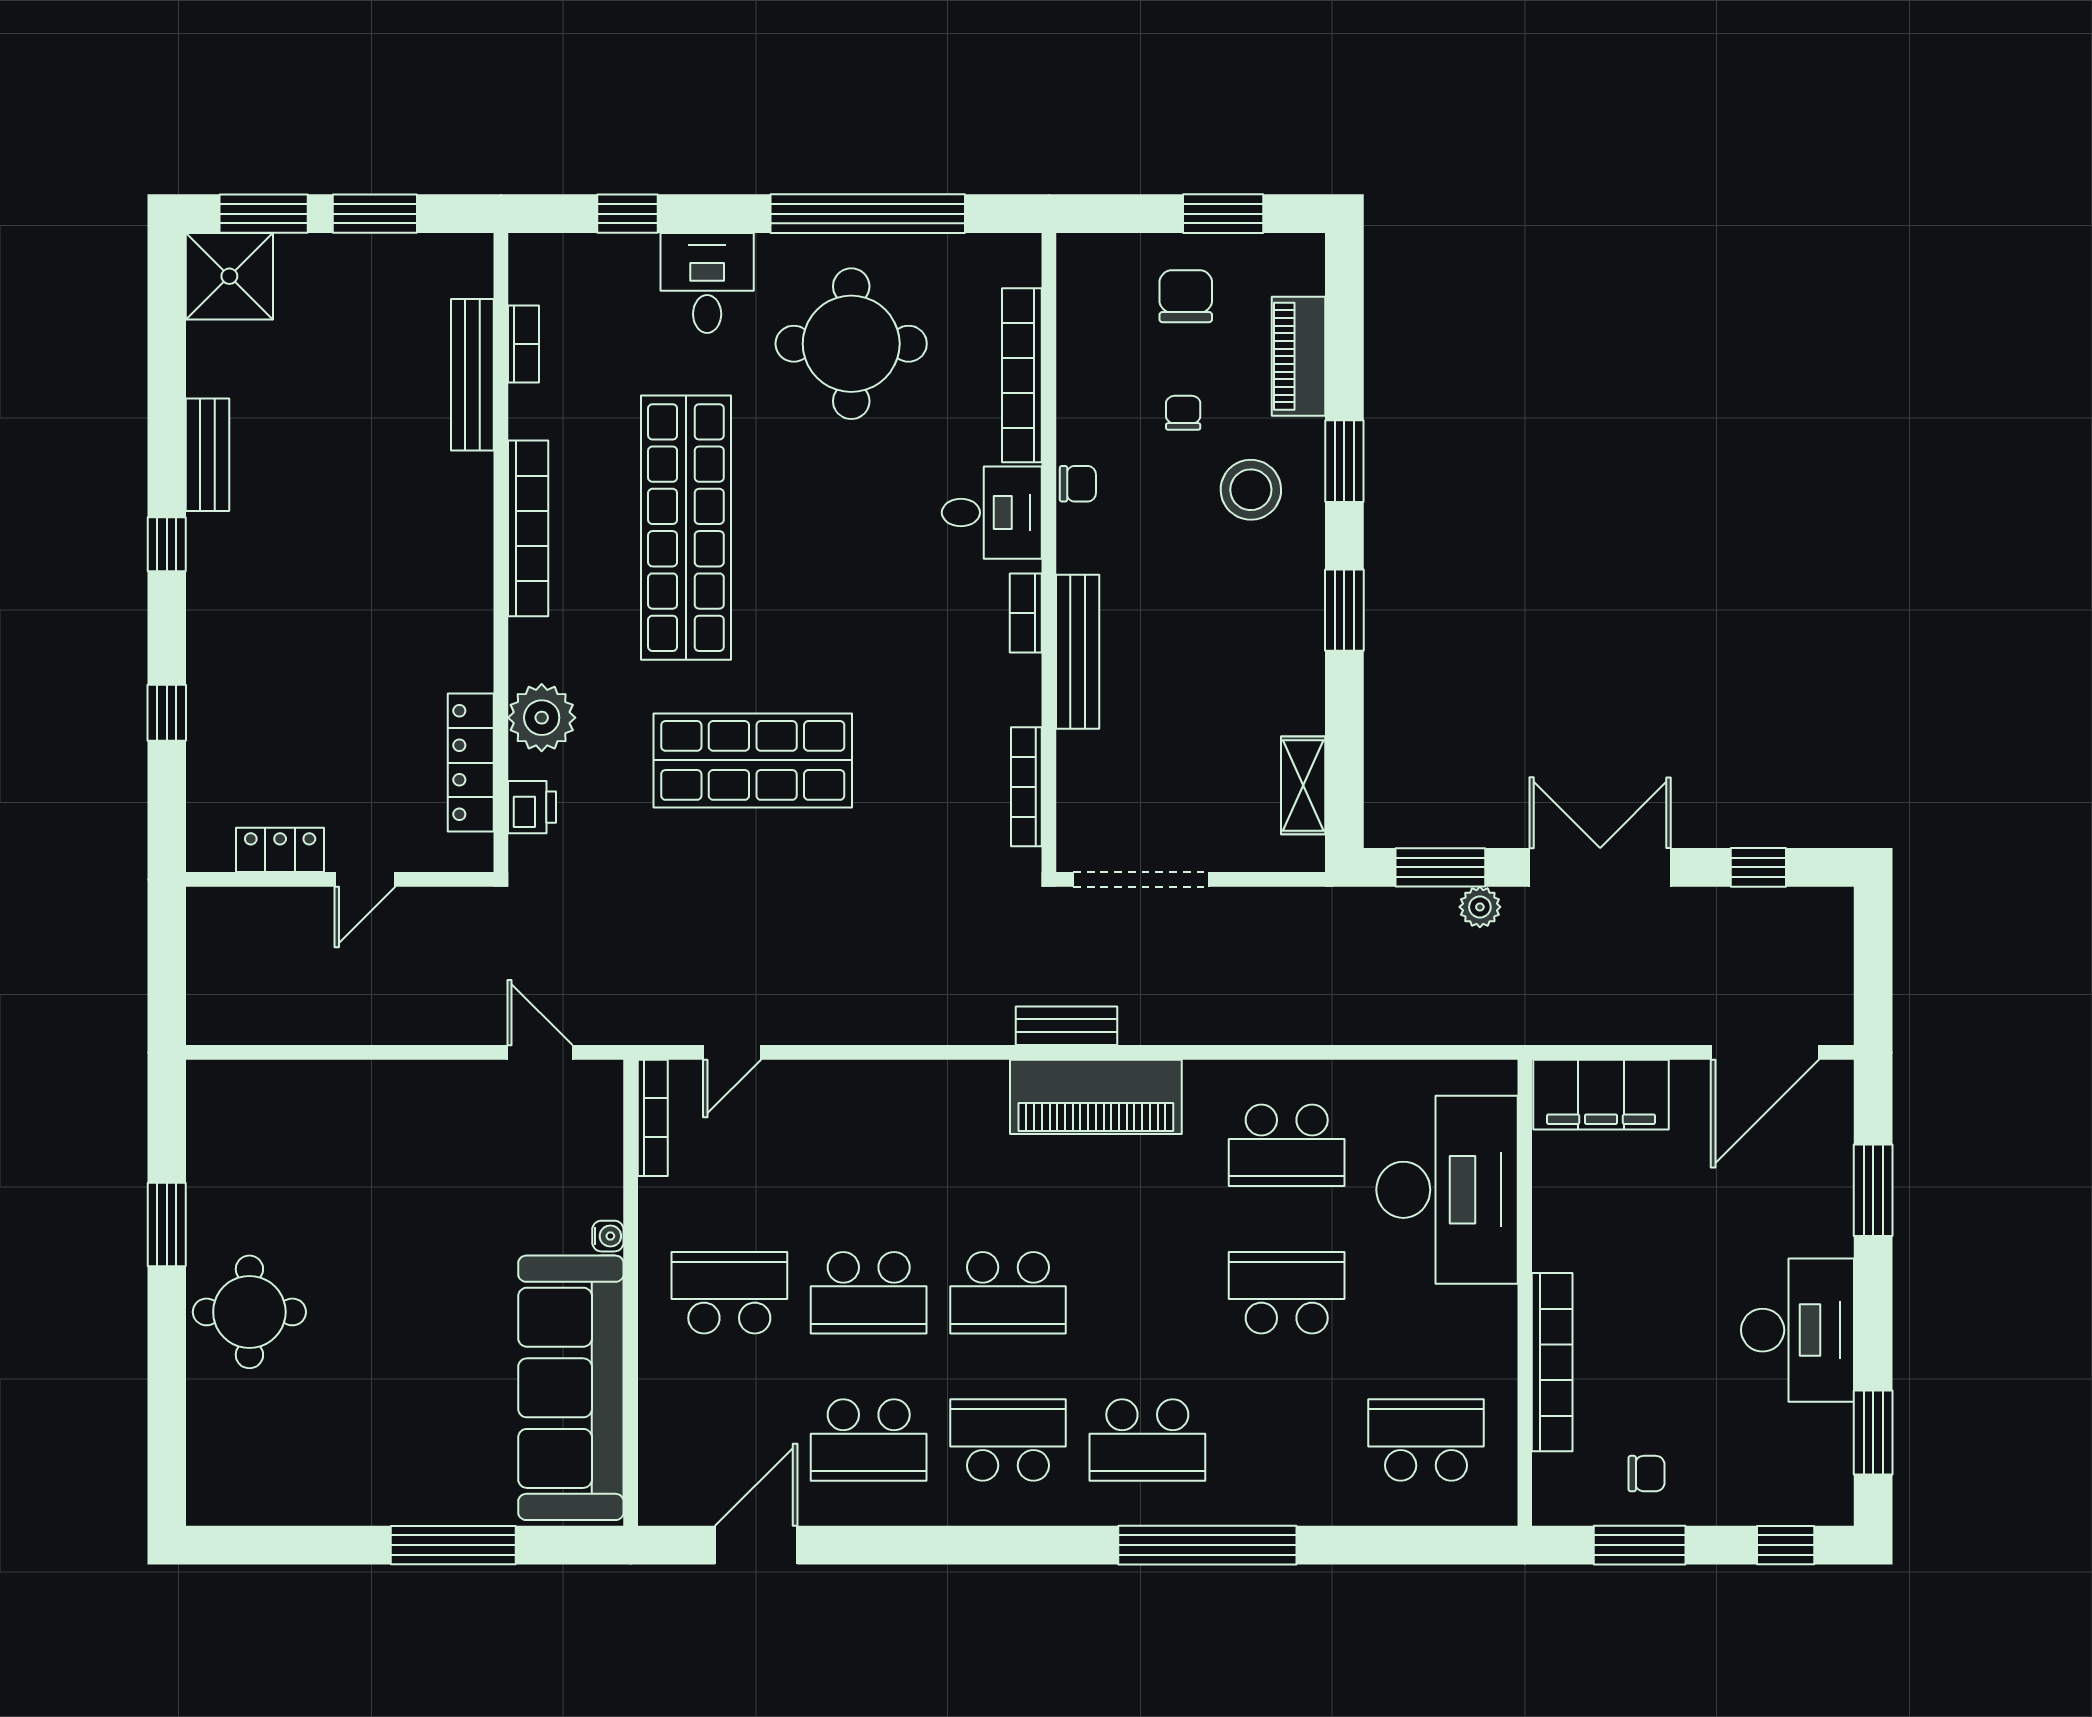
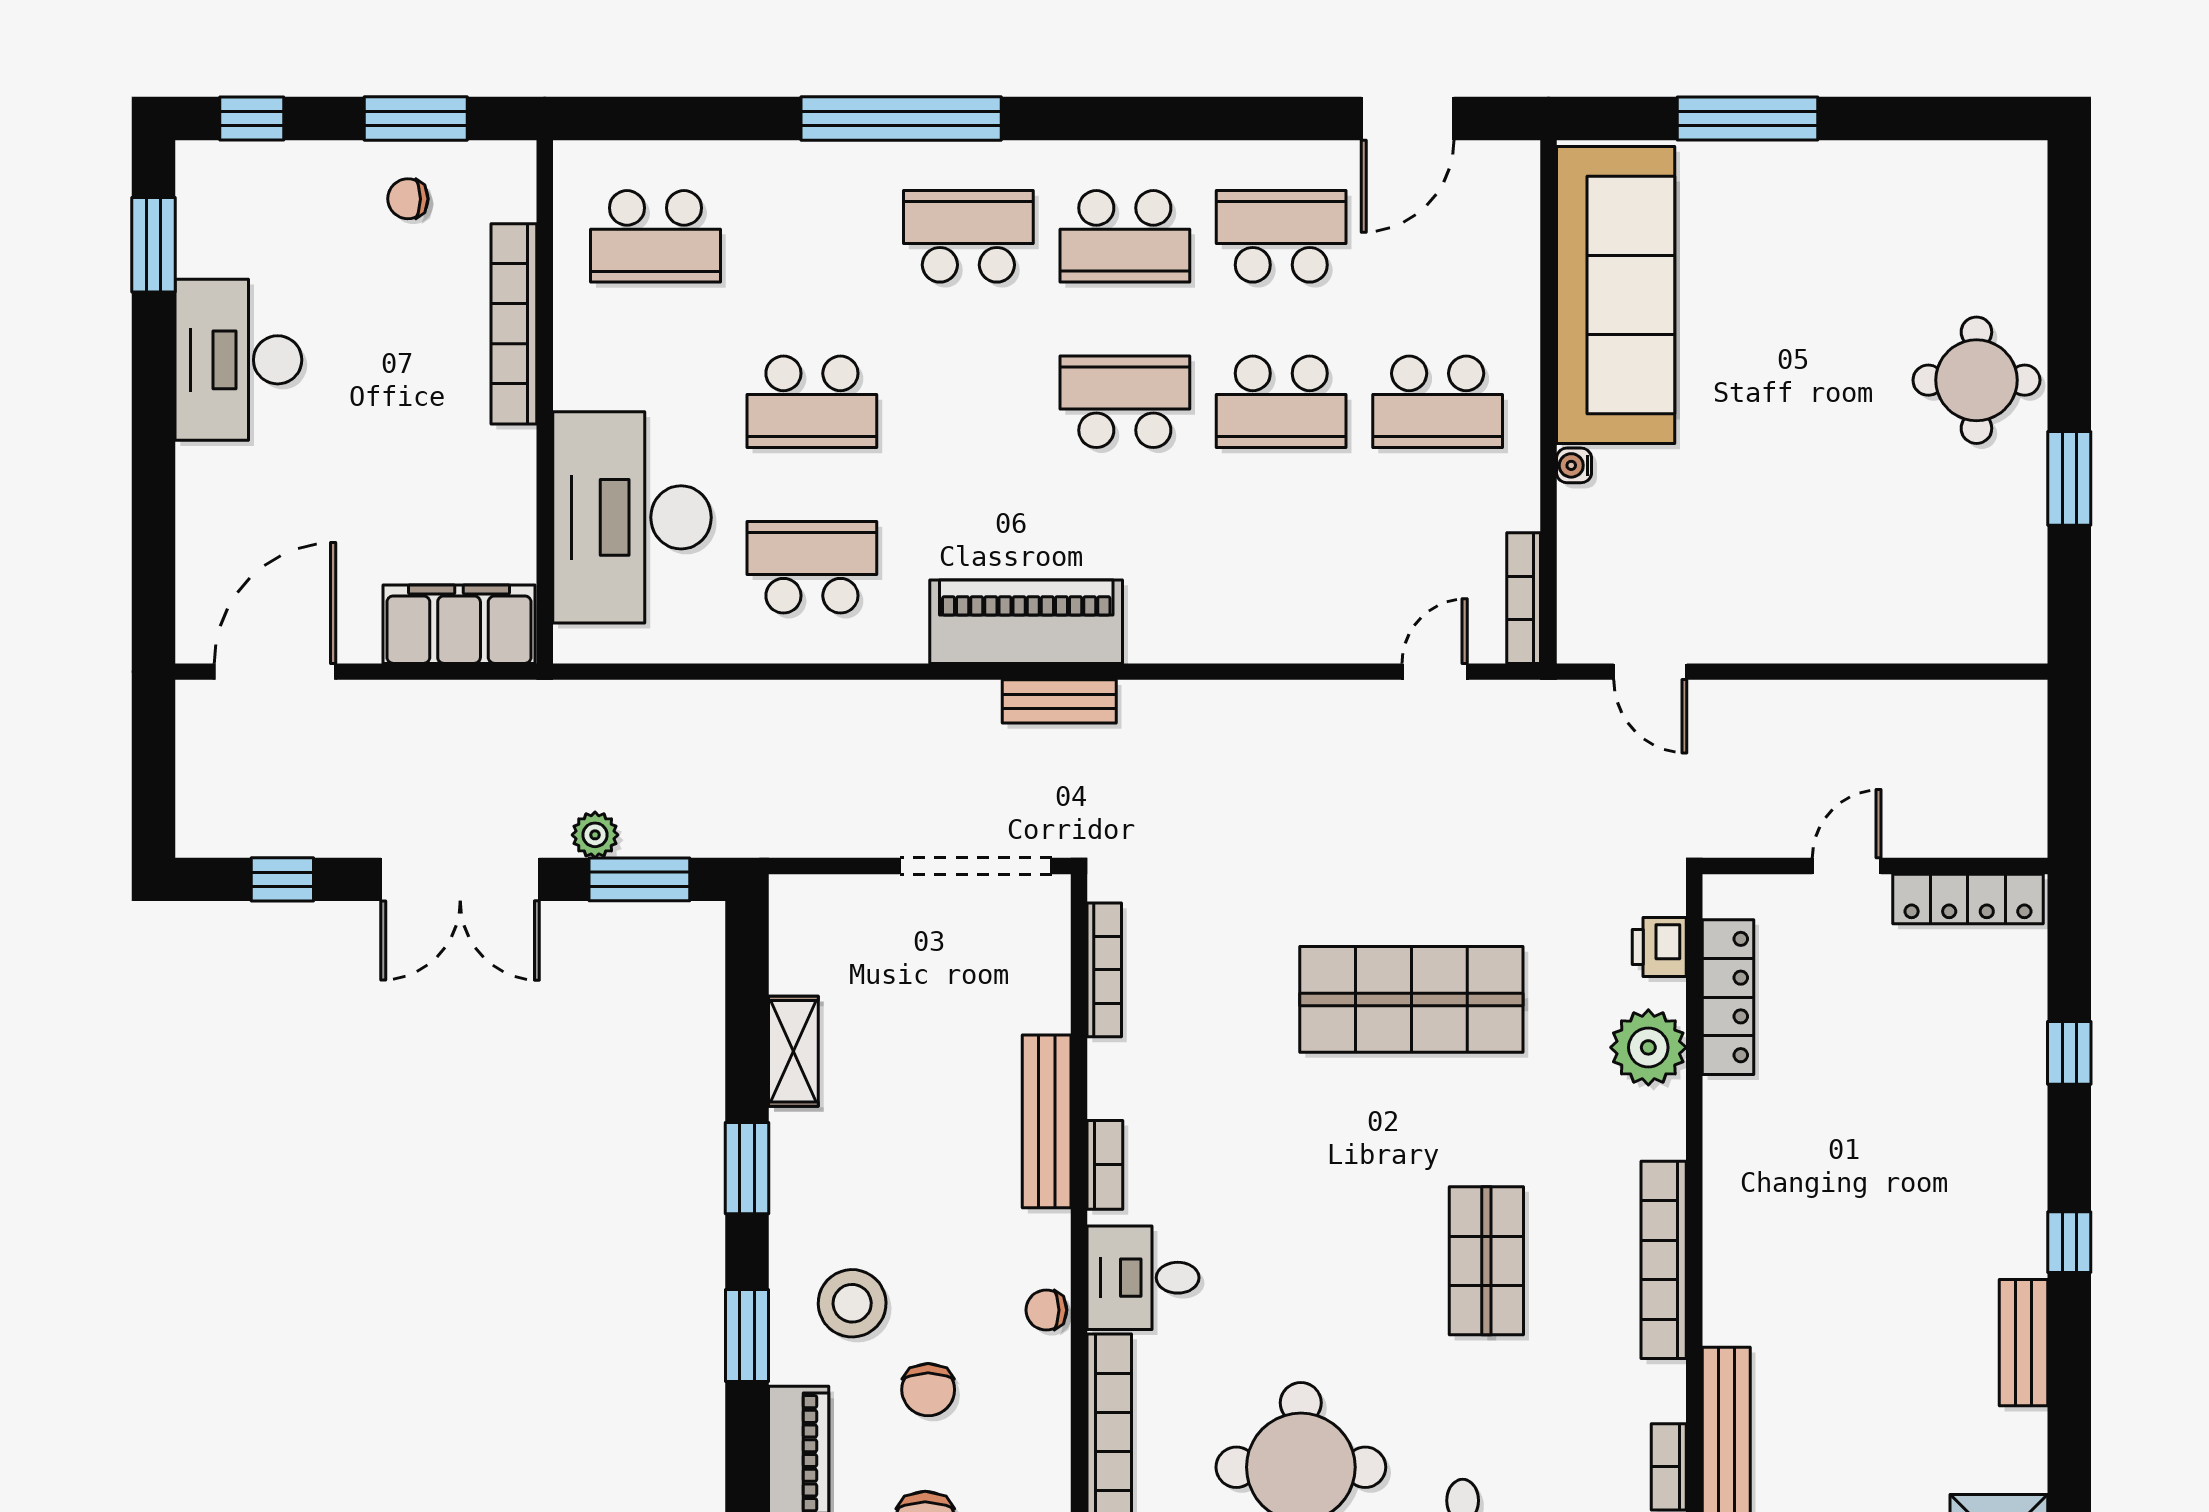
chair: (1183, 413) -> (928, 1390), width x1.37, depth x1.37
shop shelf: (686, 528) -> (1486, 1261), width x0.50, depth x0.74
shelving: (1303, 785) -> (793, 1051), moved
locker: (280, 850) -> (1968, 899), width x1.53
window: (1873, 1190) -> (153, 517), removed
school desk: (869, 1293) -> (1281, 402), turned 180

